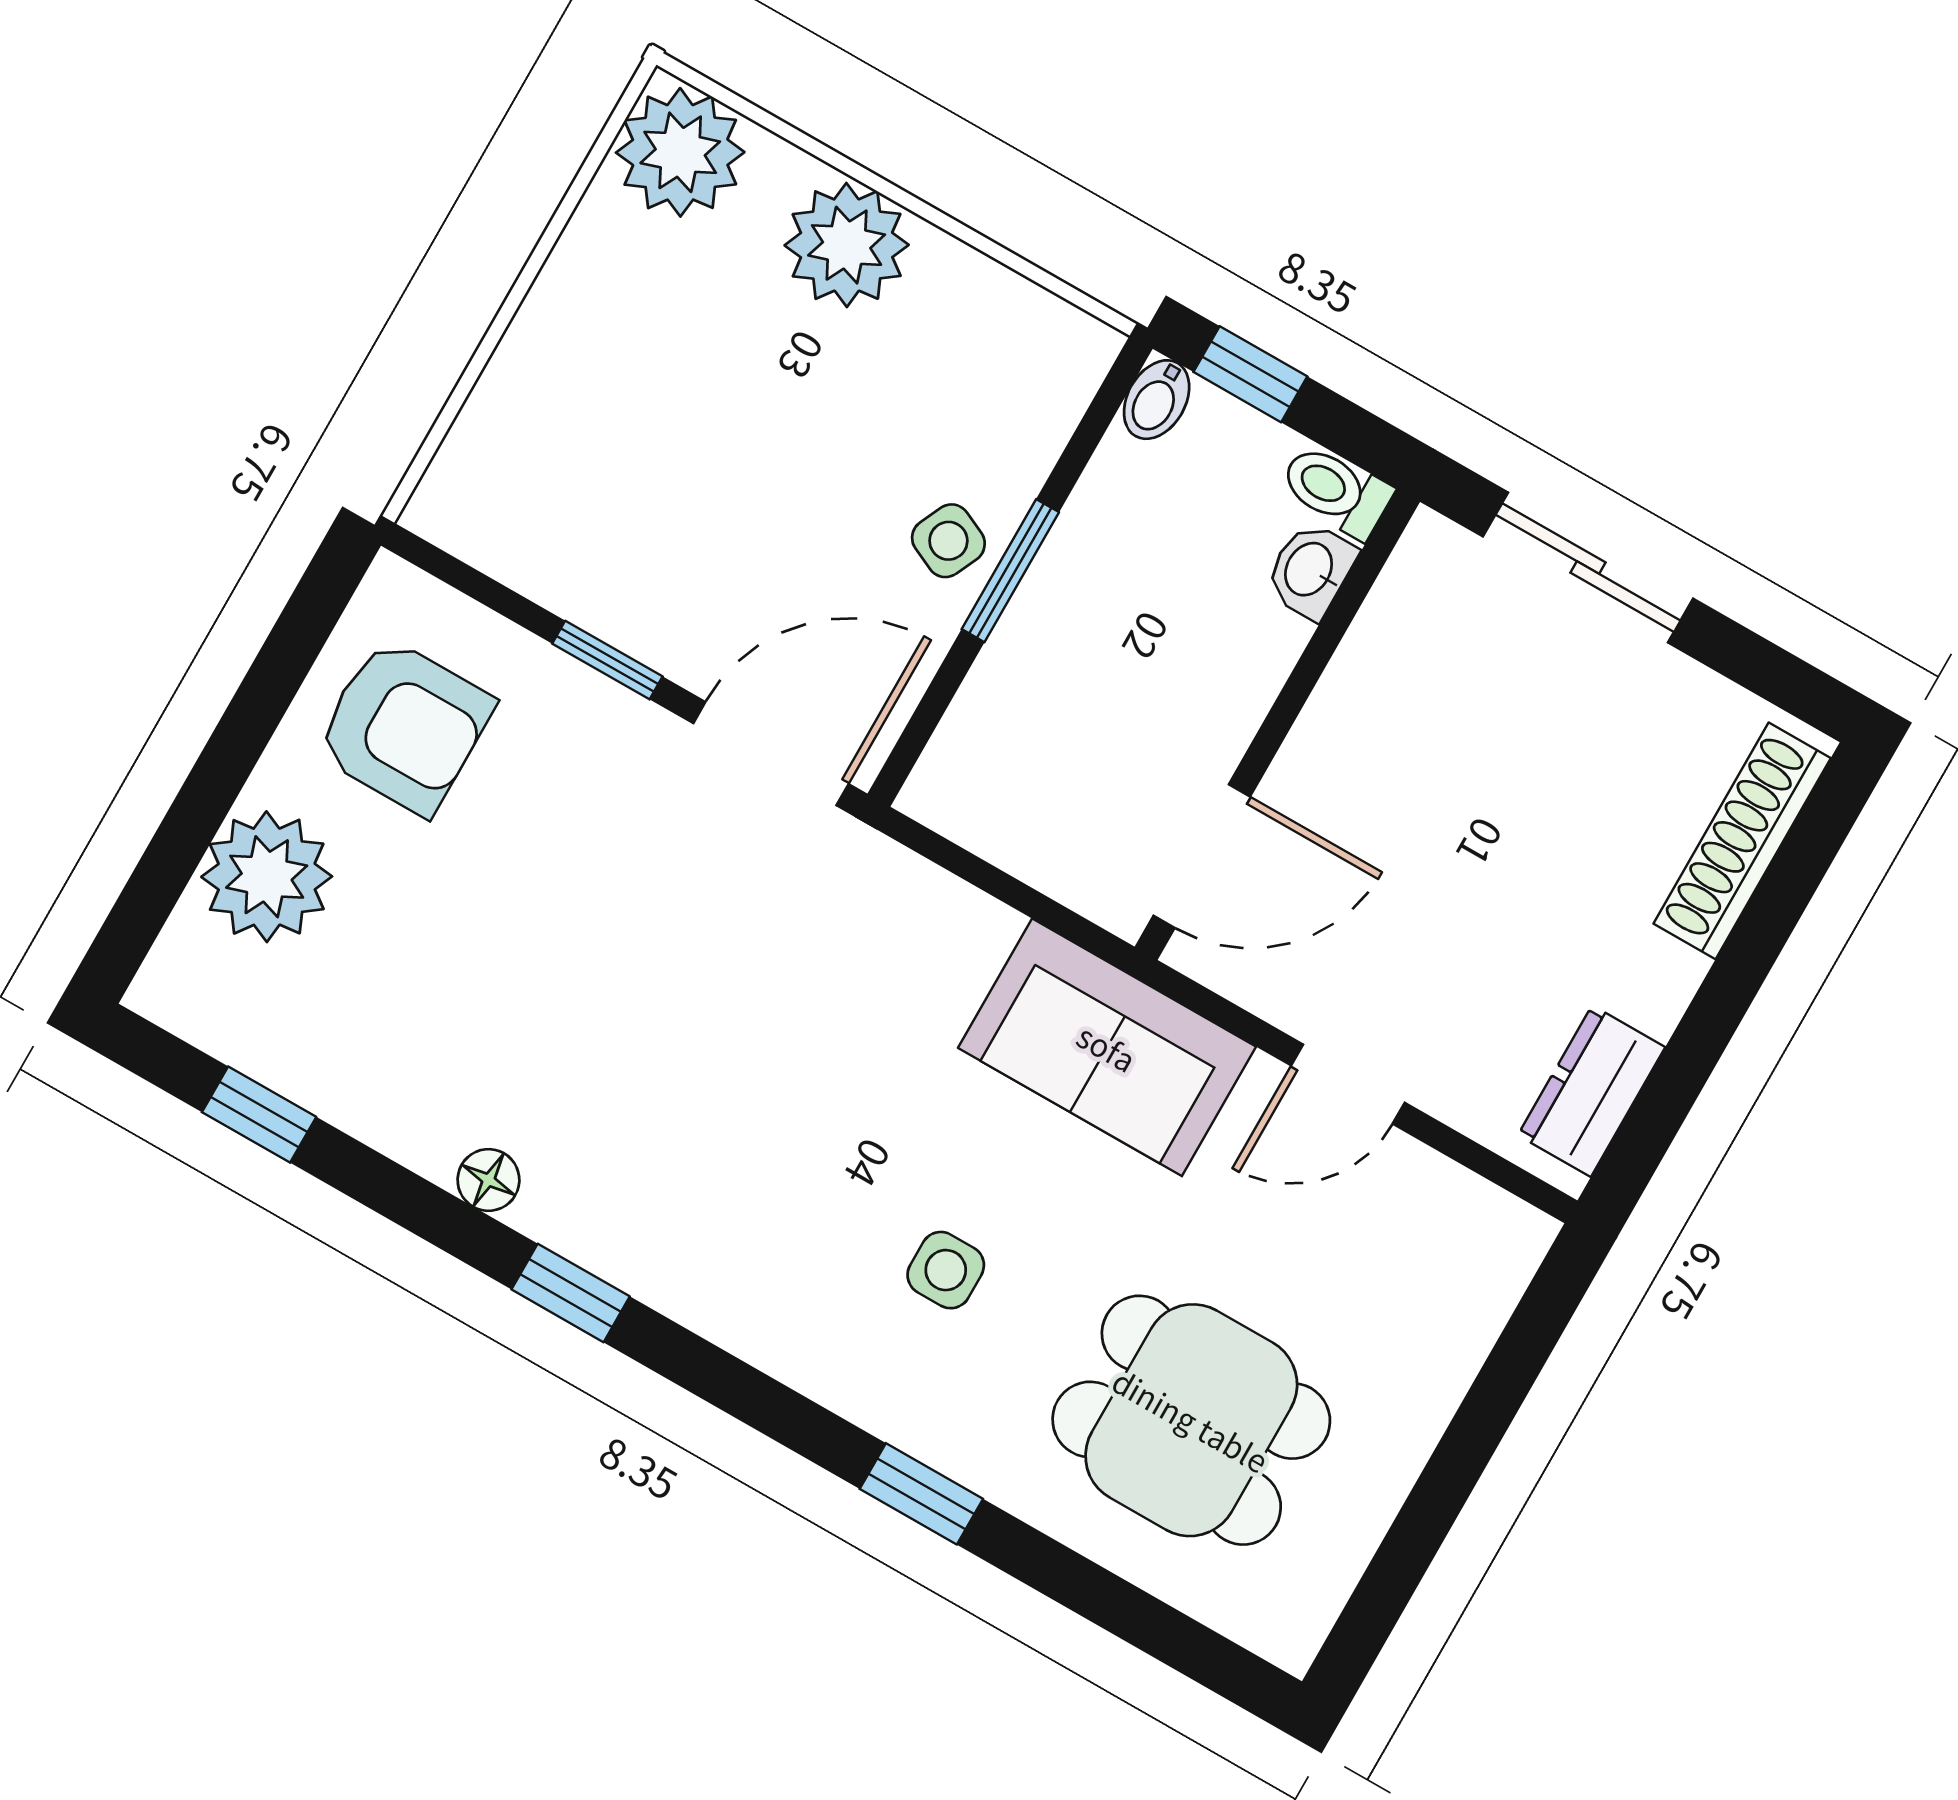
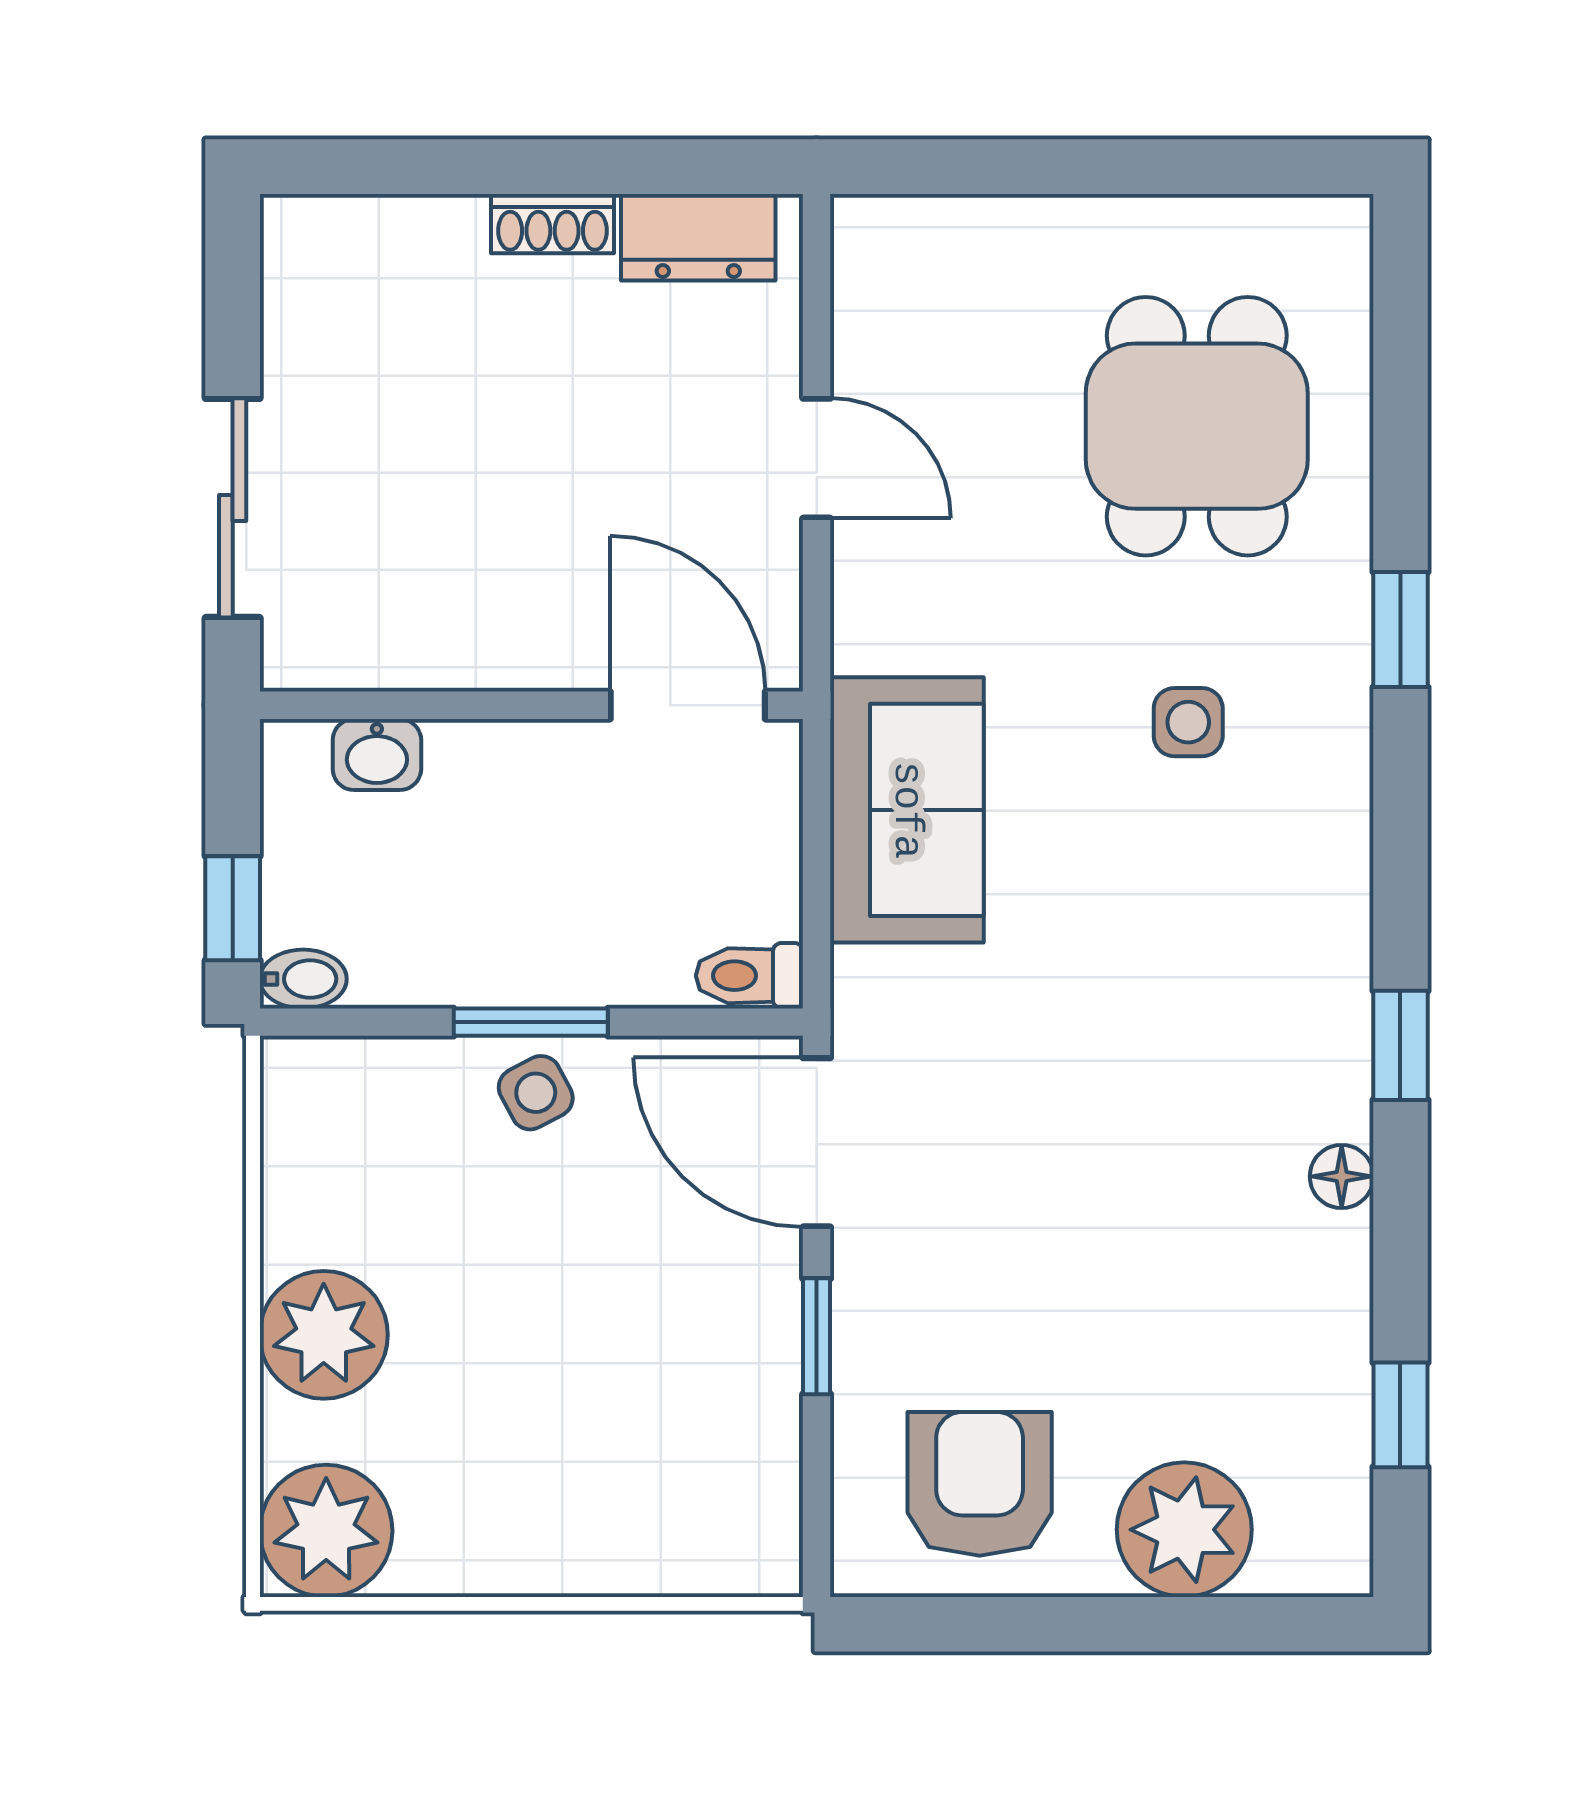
toilet: (1336, 490) -> (749, 976), moved, turned 90
side table: (948, 541) -> (536, 1093), turned 37
shoe rack: (1742, 841) -> (552, 224), moved, width x0.51, depth x0.81
sofa: (1107, 1047) -> (907, 810), moved

